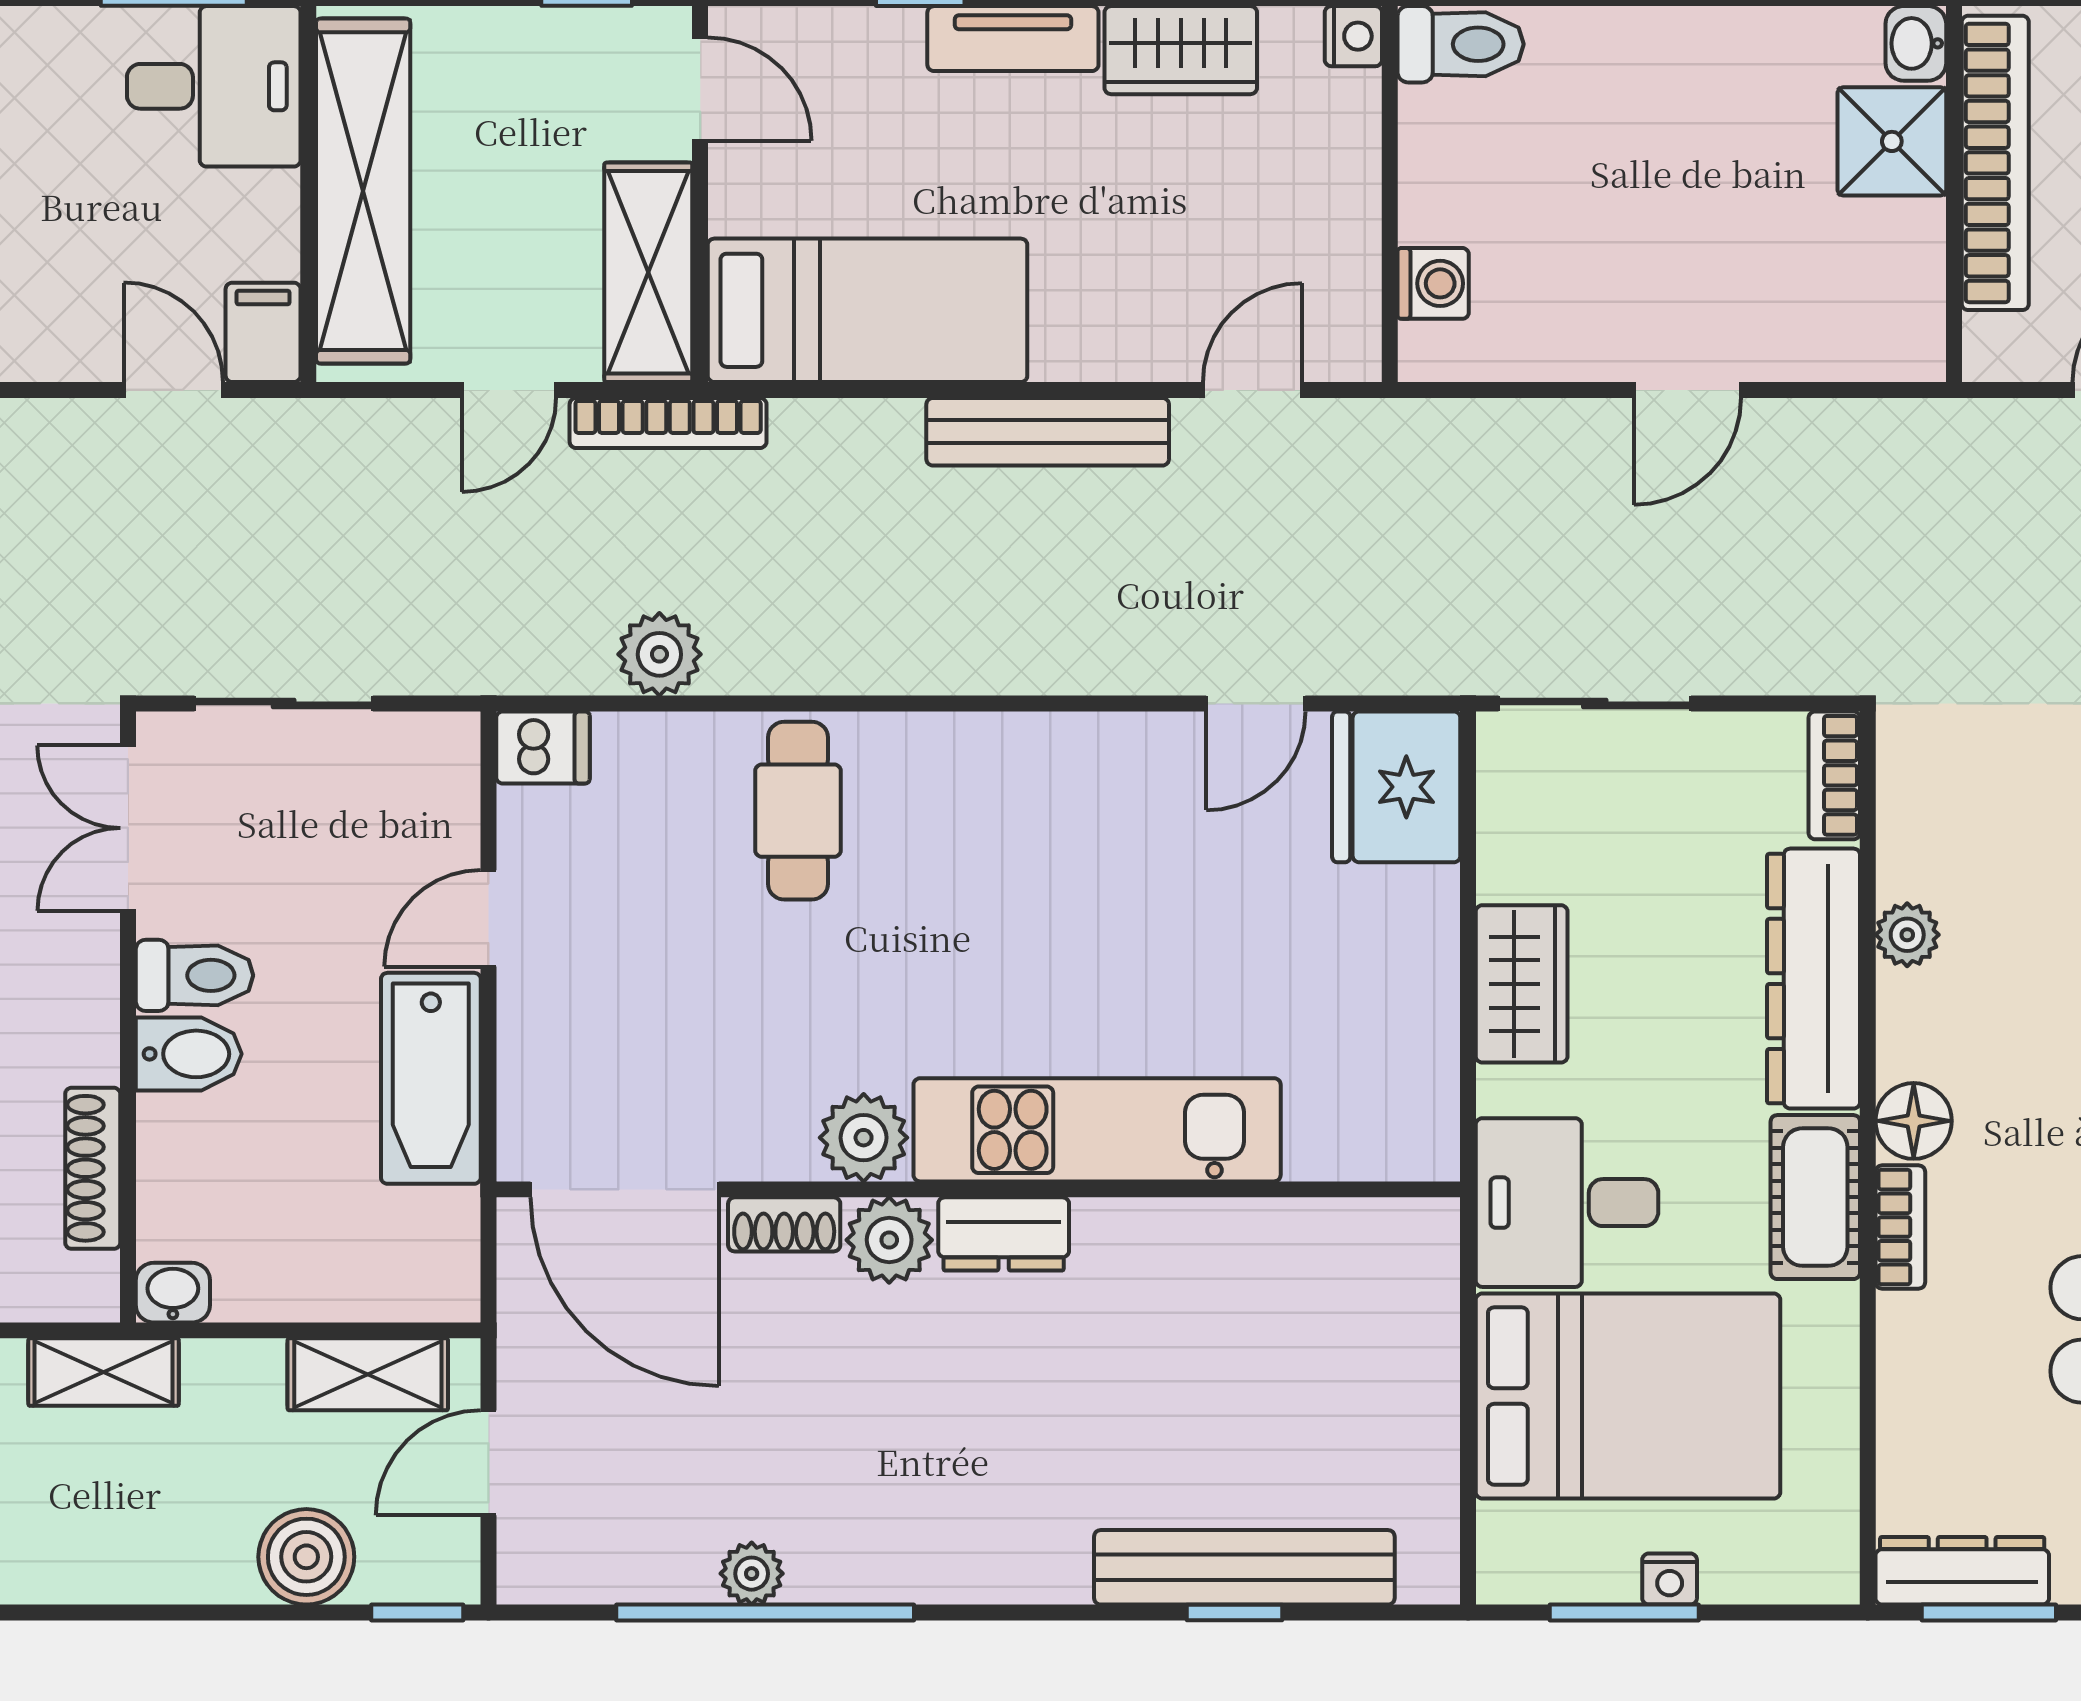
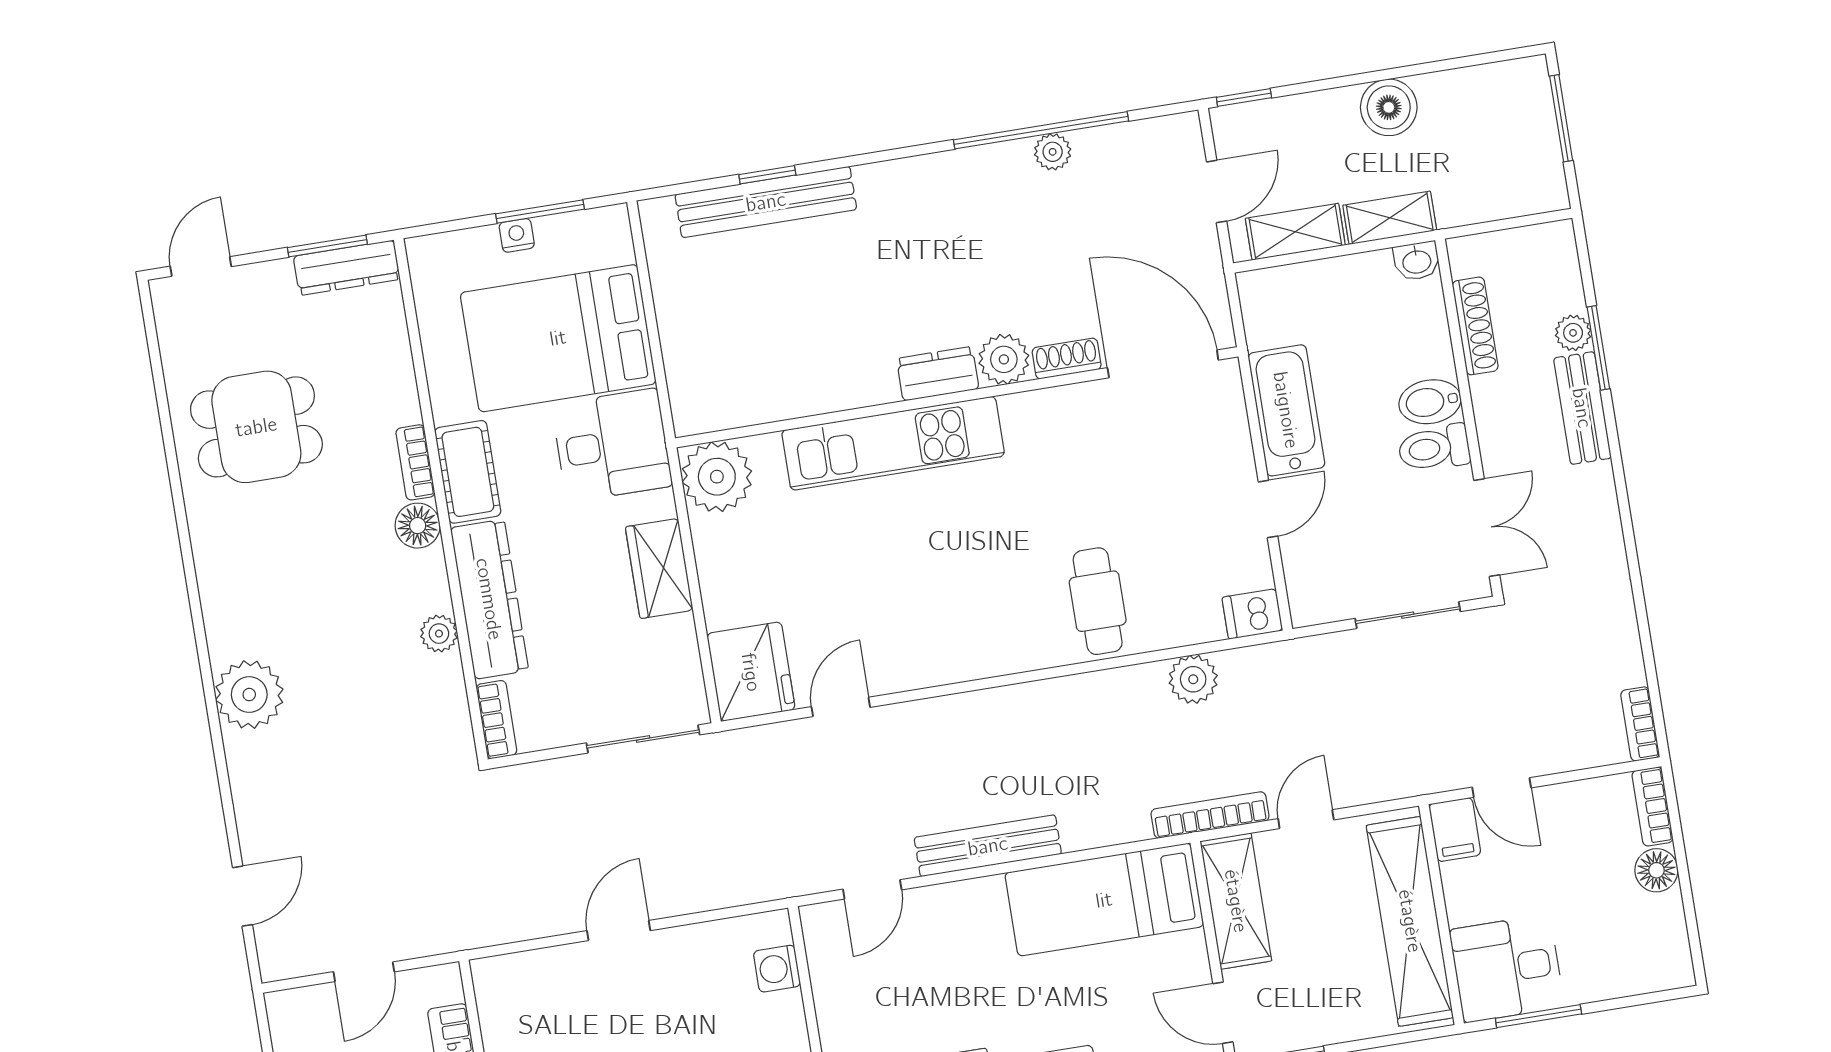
plant: (864, 1138) -> (717, 477), moved, width x1.36, depth x1.36
shelving: (104, 1372) -> (1390, 218), moved
boiler: (306, 1557) -> (1389, 107), moved

